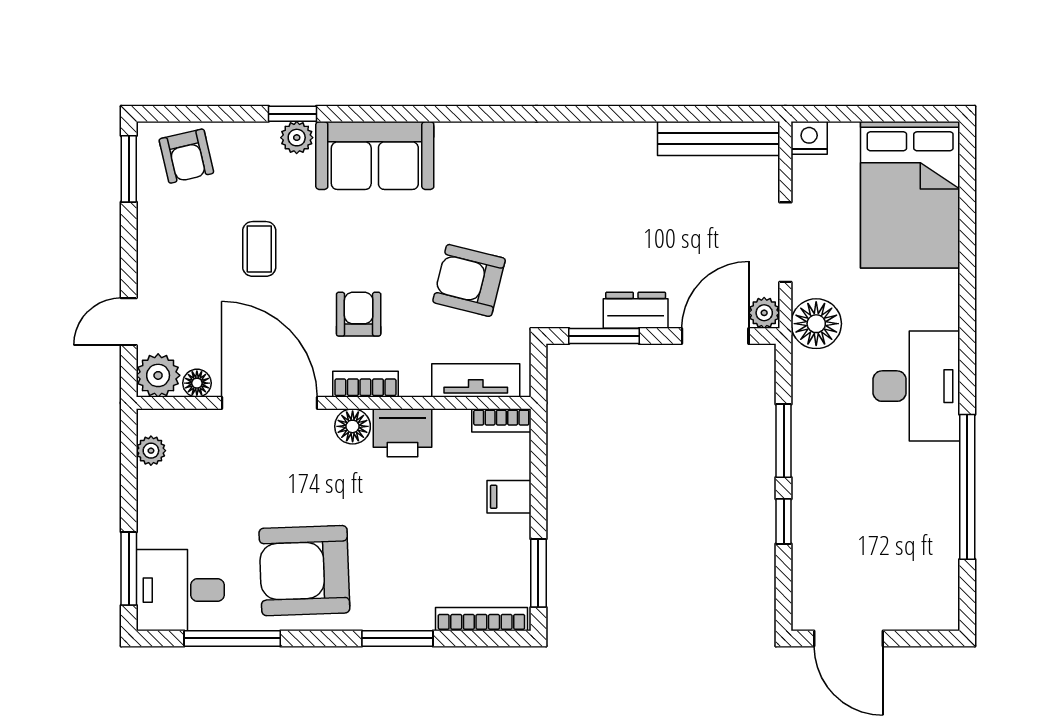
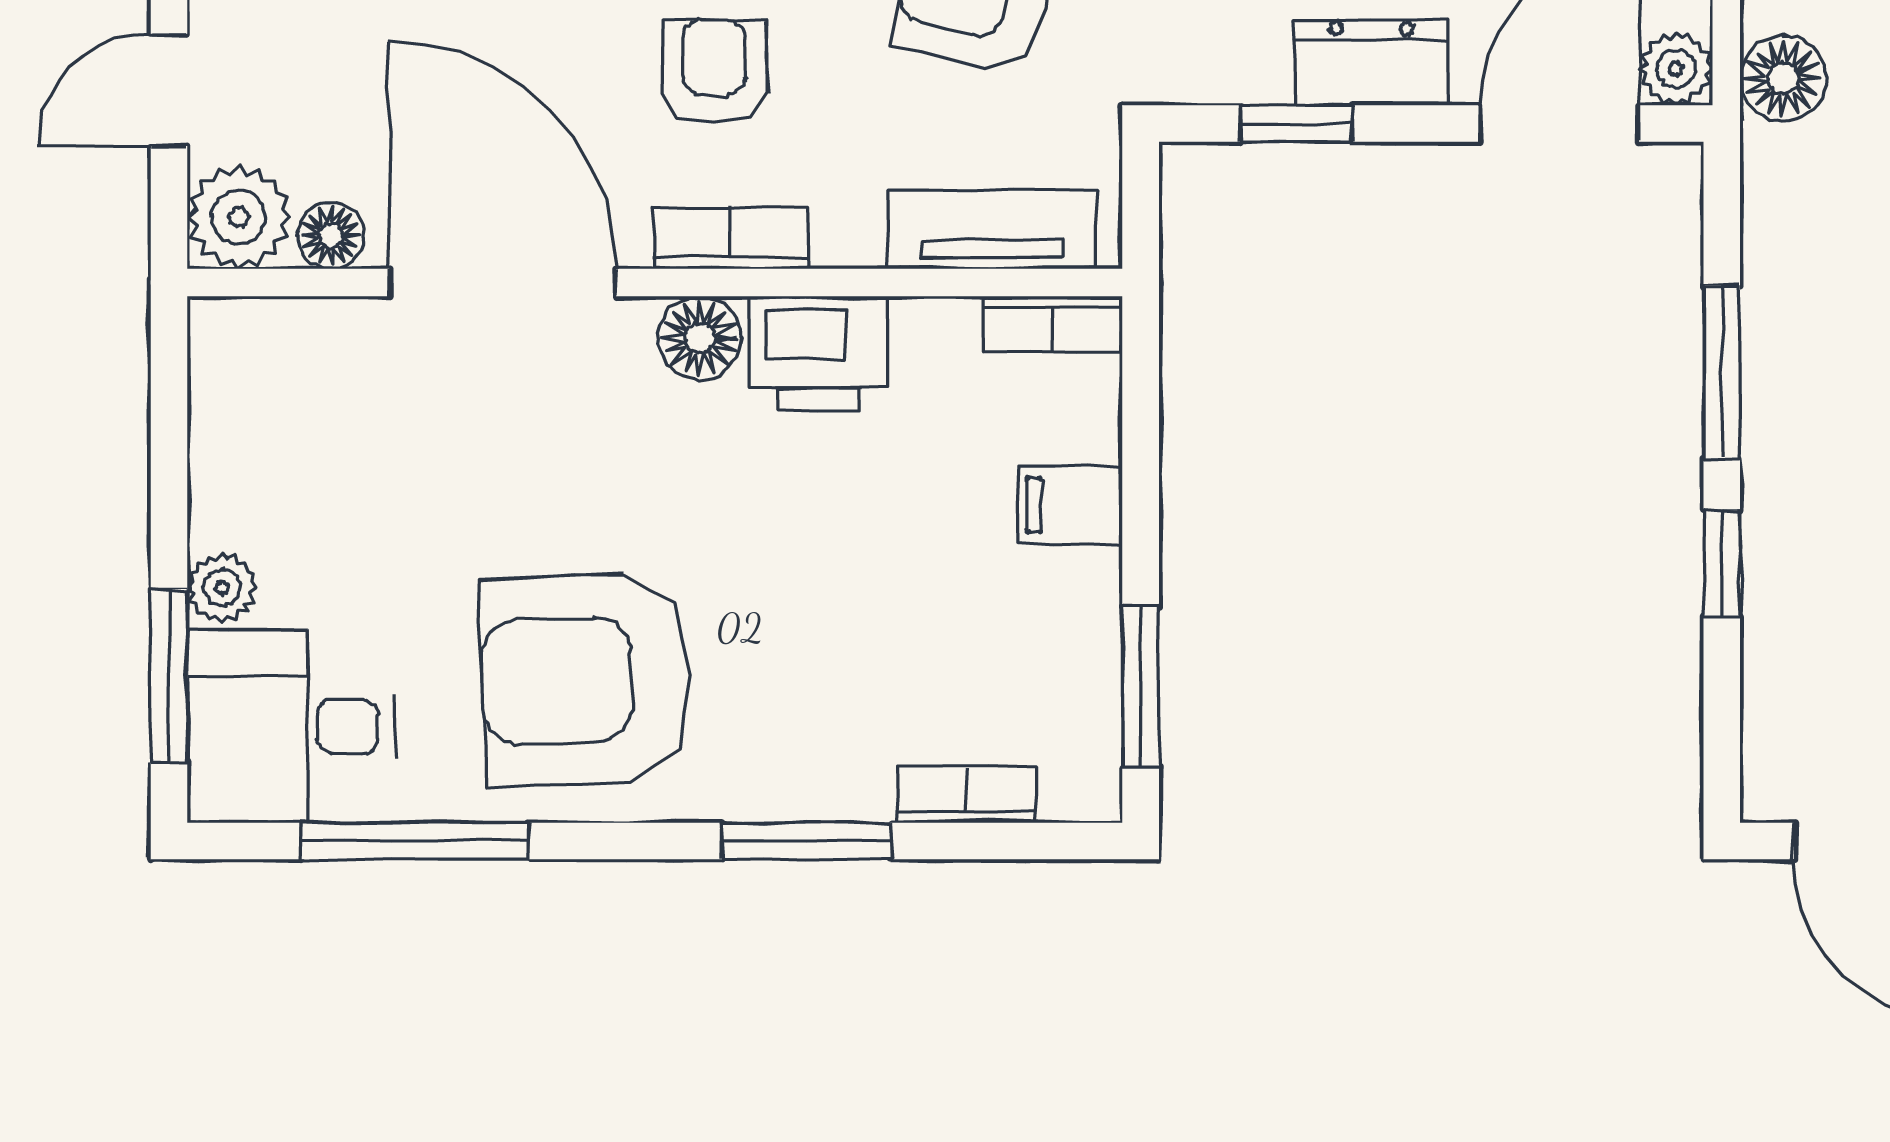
floor lamp: (816, 324) -> (1783, 78), width x0.73, depth x0.73
window: (604, 336) -> (1296, 124), width x0.67
plant: (151, 451) -> (222, 588), moved
bookcase: (481, 619) -> (966, 795), width x0.64

